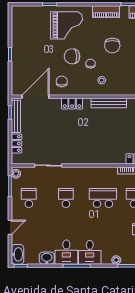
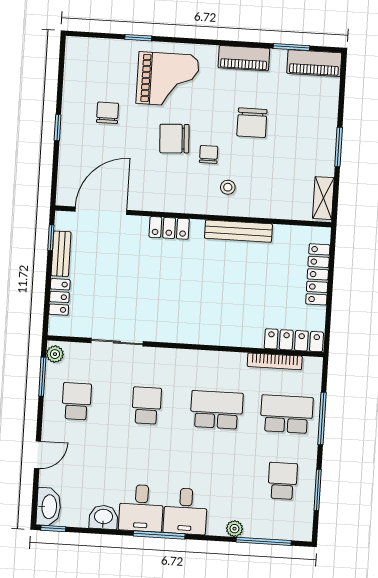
chair: (62, 81) -> (108, 113), moved
bench: (16, 116) -> (61, 254), width x0.73

